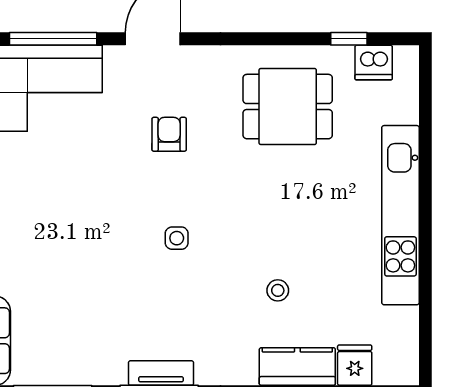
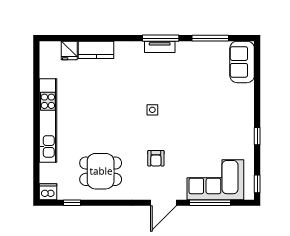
dishwasher: (374, 63) -> (48, 192), moved
stool: (278, 290) -> (105, 85), removed

